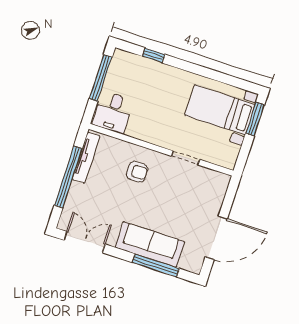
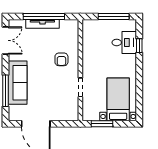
desk: (113, 112) -> (124, 42), moved, turned 180
window: (255, 119) -> (102, 124), moved
tv unit: (86, 158) -> (42, 24), moved

